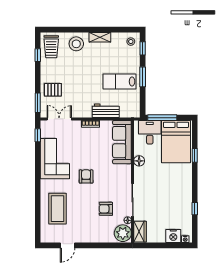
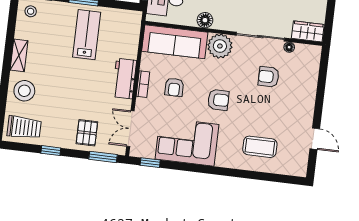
window: (38, 55) -> (51, 151), moved
lab bench: (120, 82) -> (87, 35), turned 180
workbench: (106, 111) -> (124, 78), moved
armchair: (91, 145) -> (174, 87), added
armchair: (86, 176) -> (218, 100), turned 180
coffee table: (58, 209) -> (260, 147), width x0.73, depth x0.76
armchair: (106, 209) -> (269, 77), turned 90
plant: (123, 233) -> (220, 46), moved

